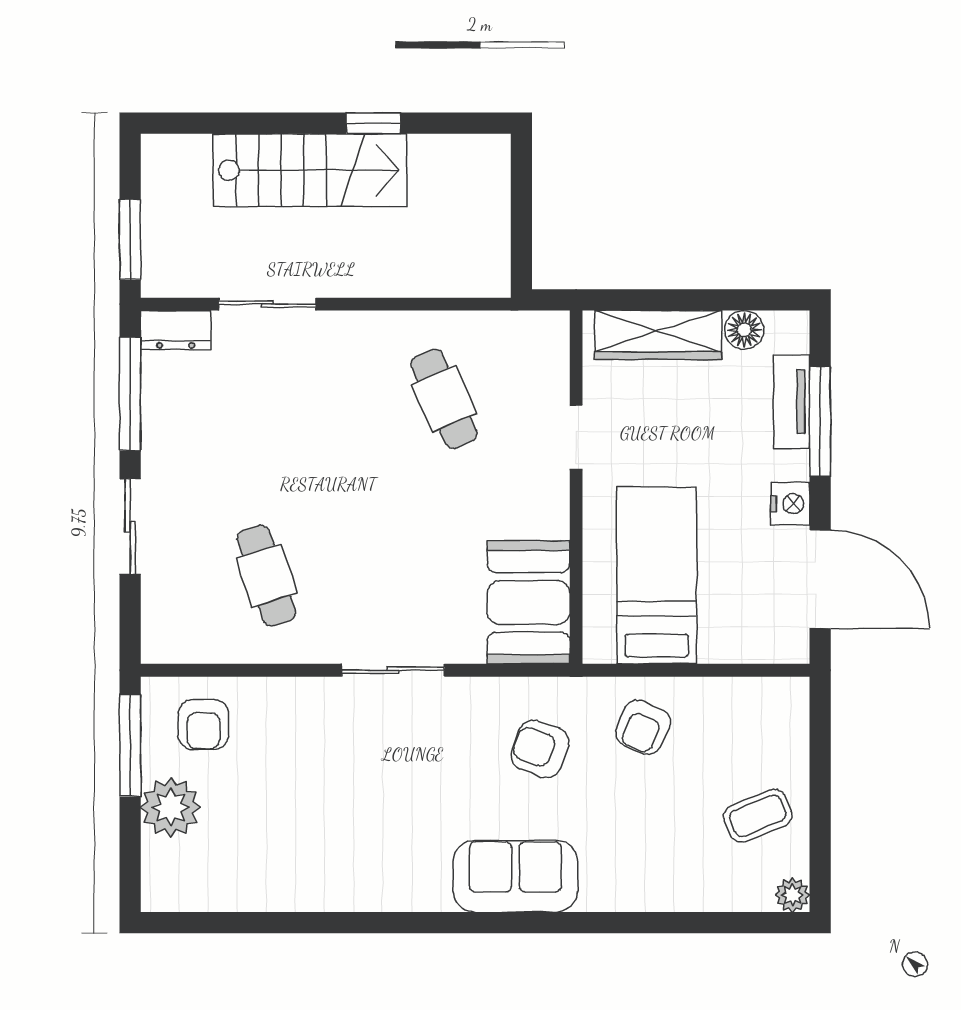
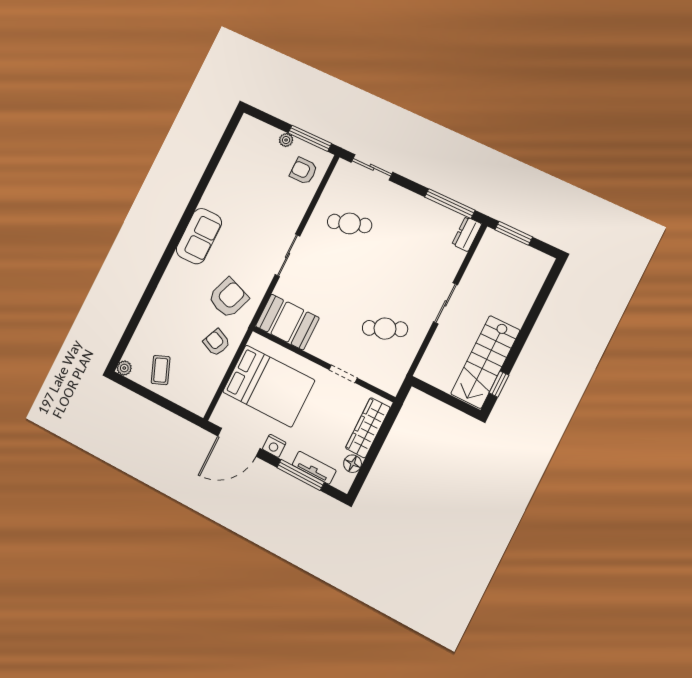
window: (373, 123) -> (499, 384), moved
stairs: (310, 170) -> (485, 362), moved
sliding door: (267, 304) -> (446, 303), moved
sliding door: (130, 526) -> (372, 167), moved
bed: (657, 575) -> (269, 386), width x1.50
armchair: (540, 749) -> (228, 298), width x1.38, depth x1.38
plant: (171, 807) -> (286, 140), width x0.53, depth x0.53
sofa: (515, 876) -> (199, 236), moved

